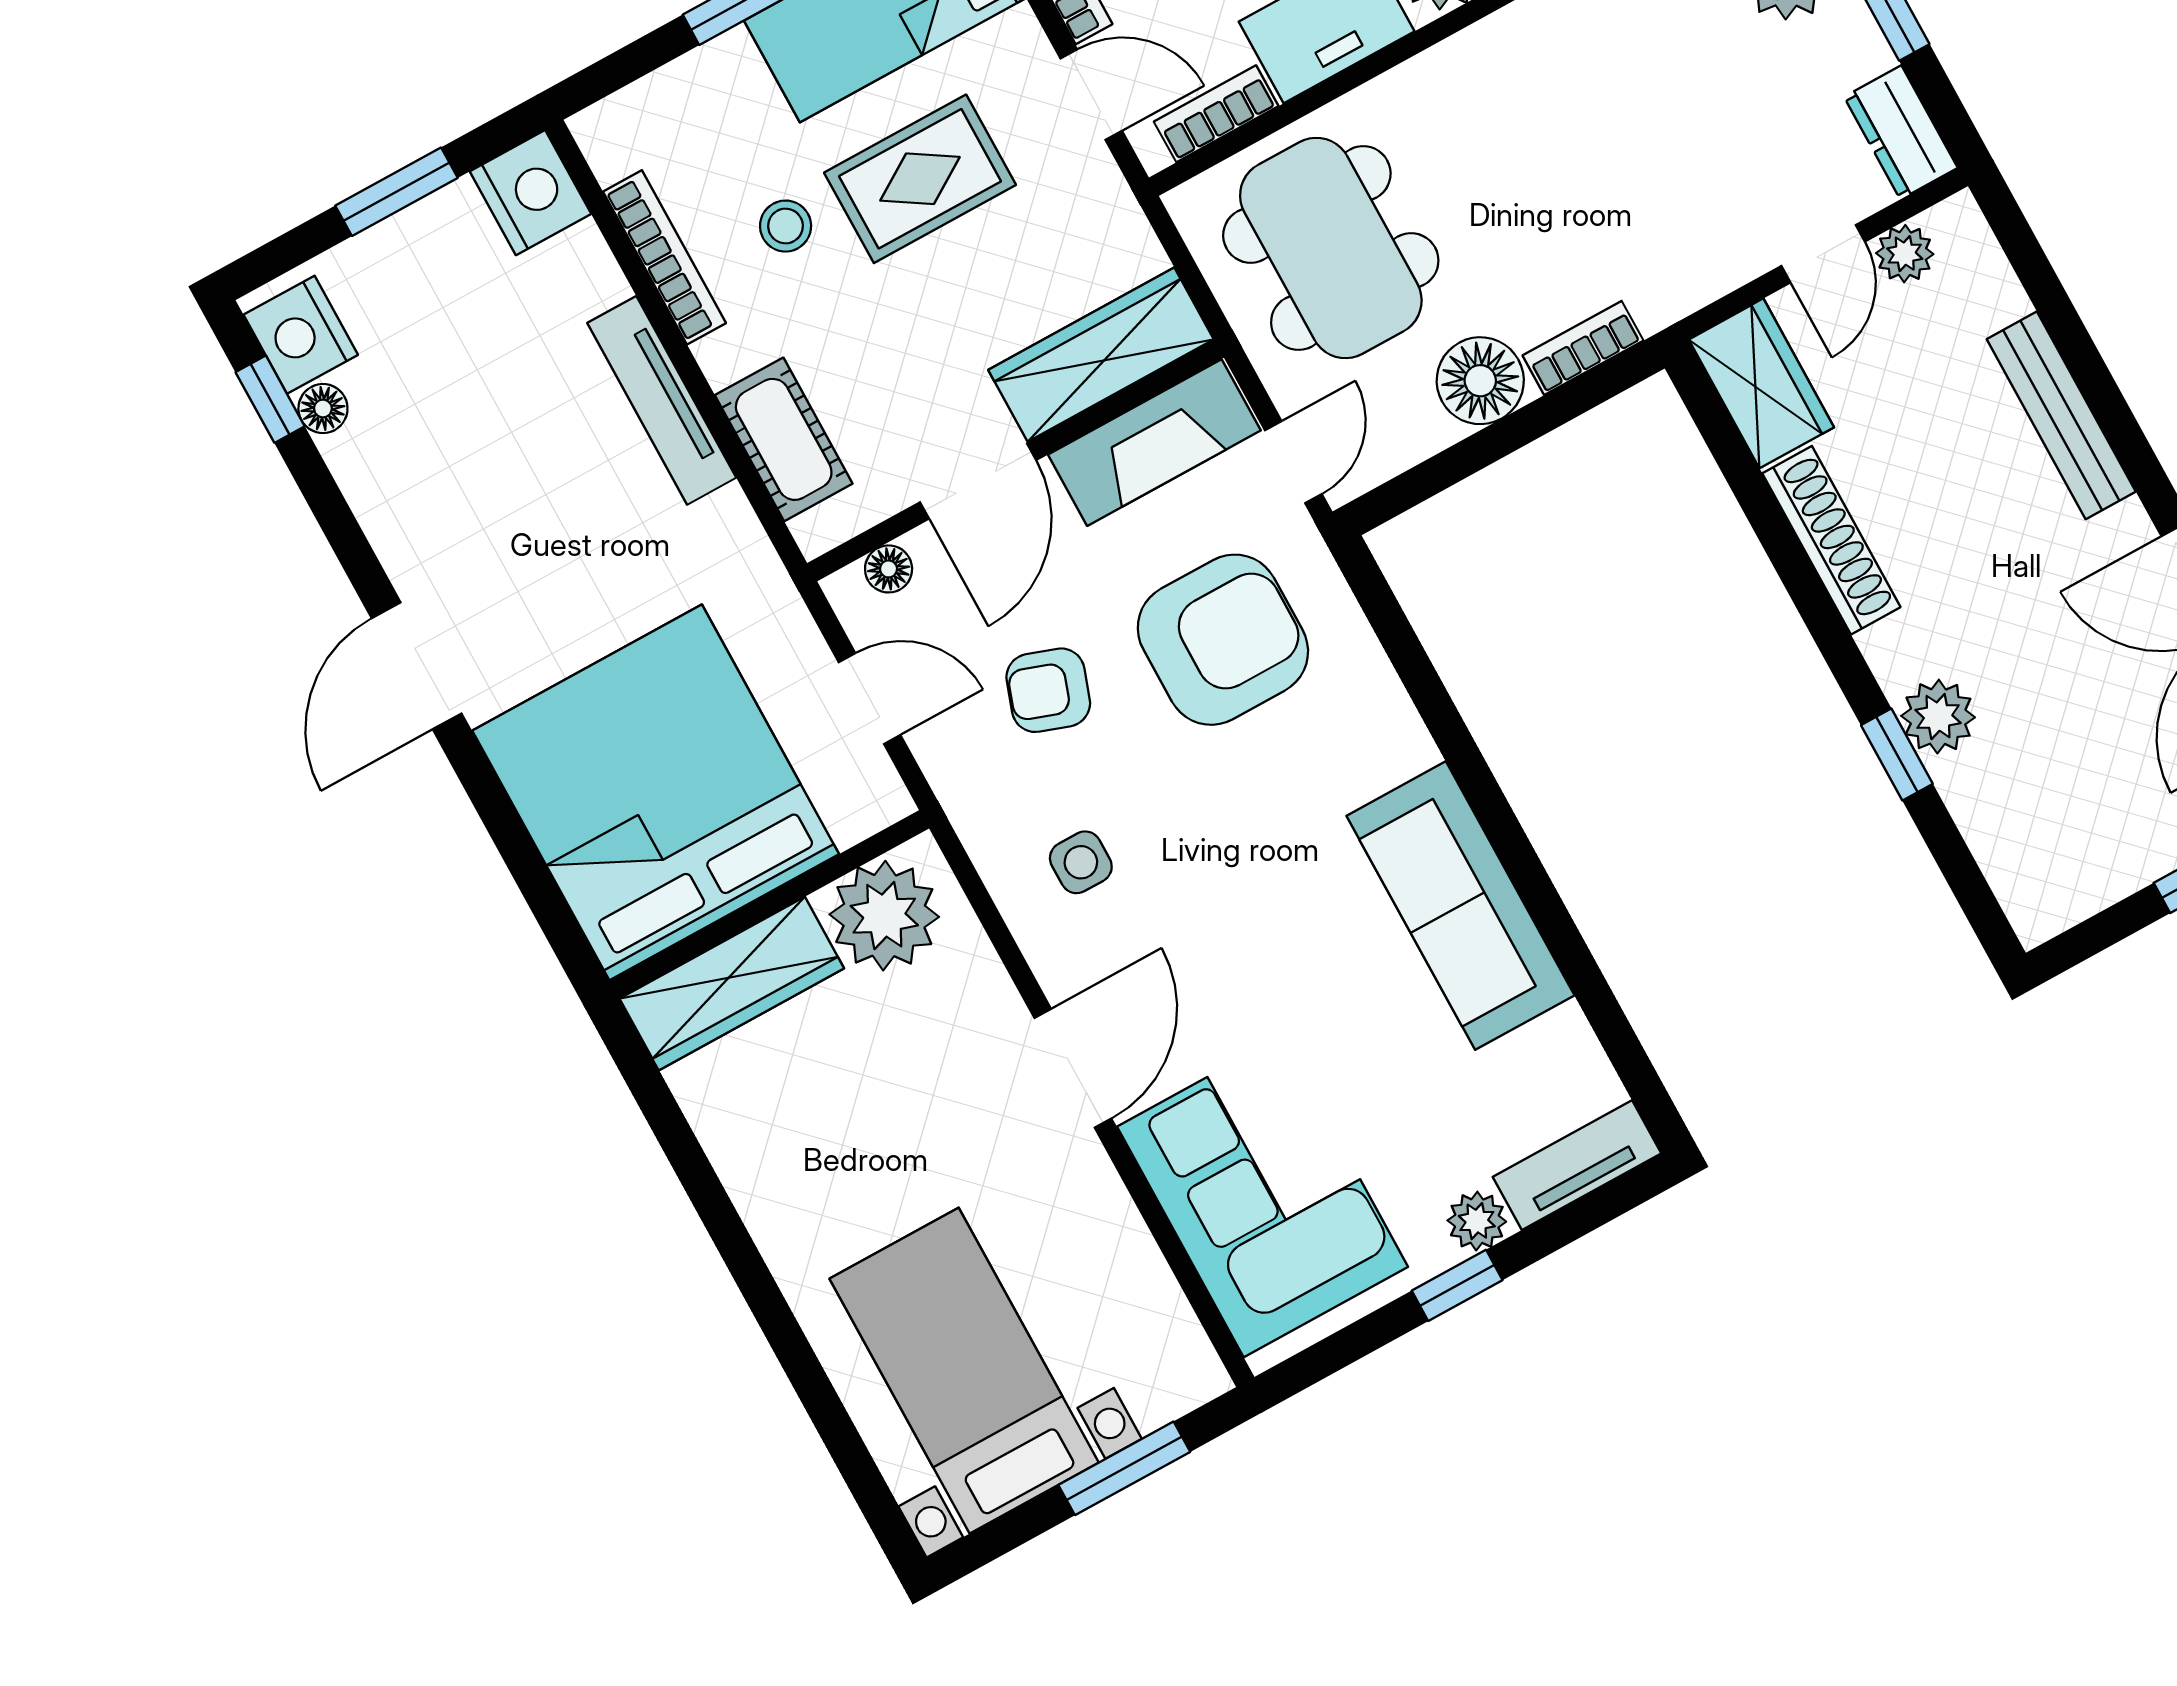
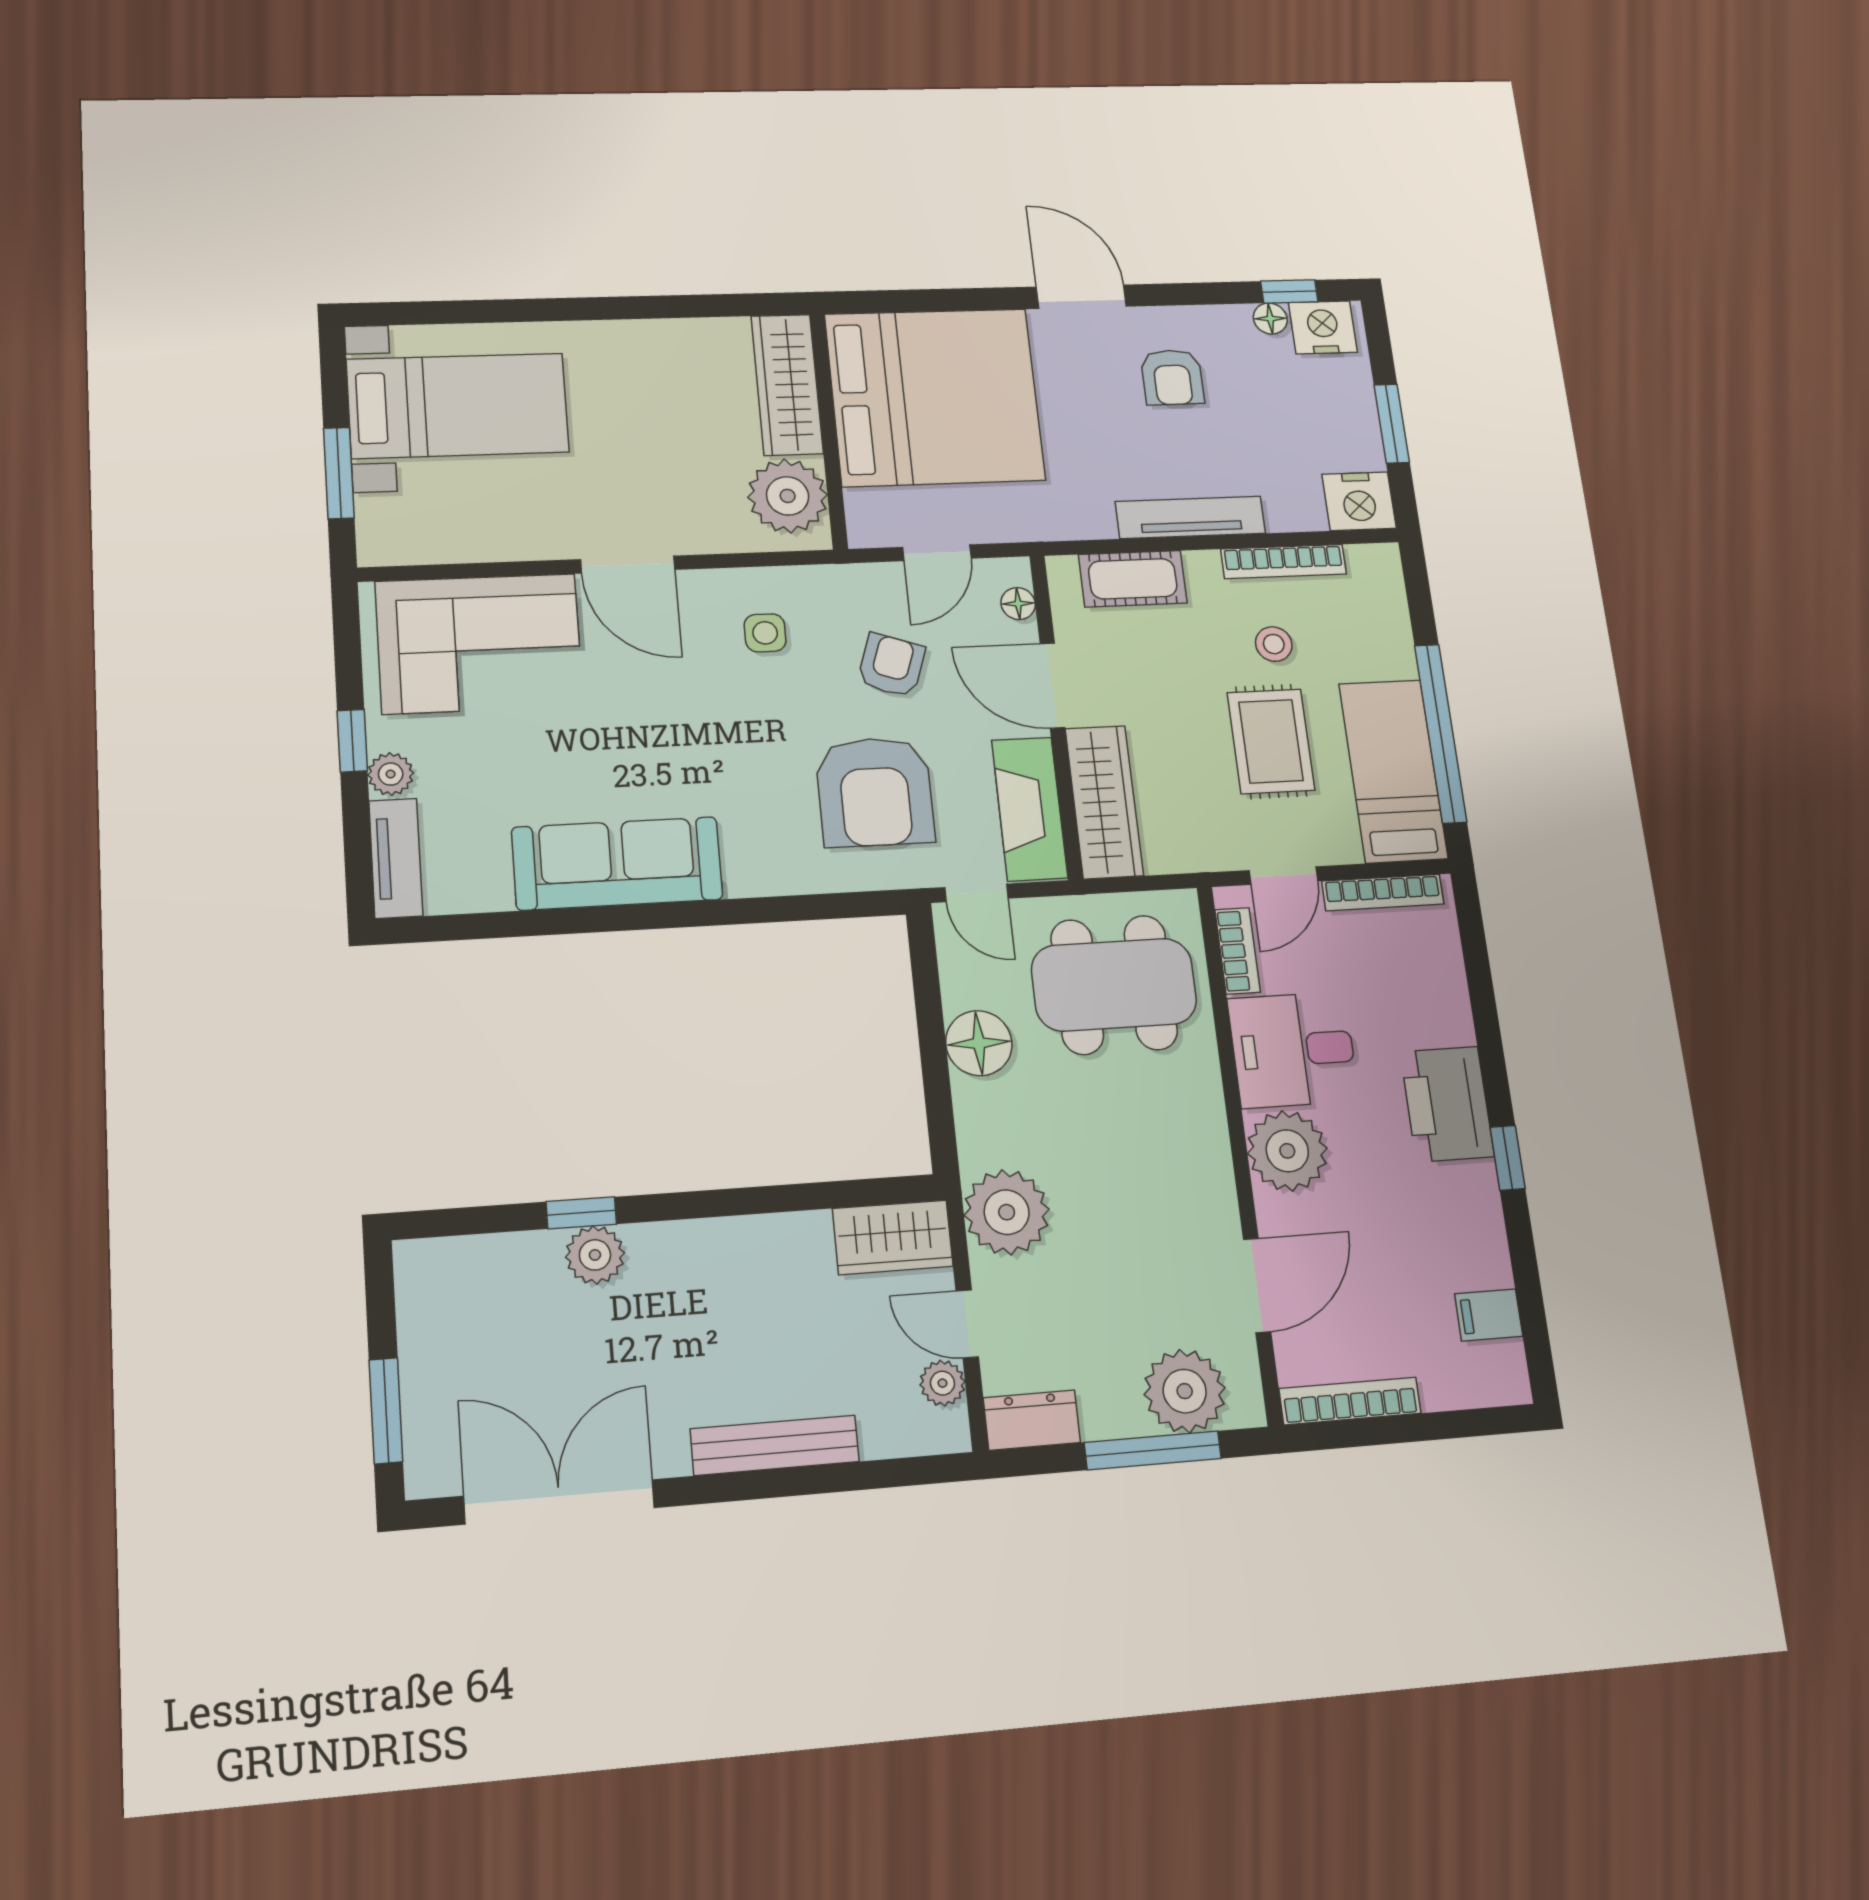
plant: (1670, 262) -> (1007, 1212), added
bookcase: (1583, 348) -> (972, 1124), removed
armchair: (474, 502) -> (1172, 377), added
shoe rack: (1831, 540) -> (758, 1236), removed

